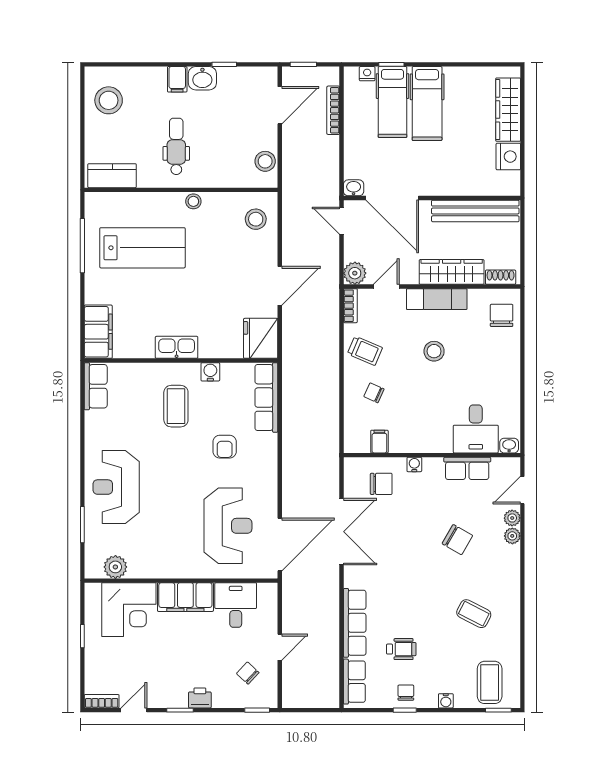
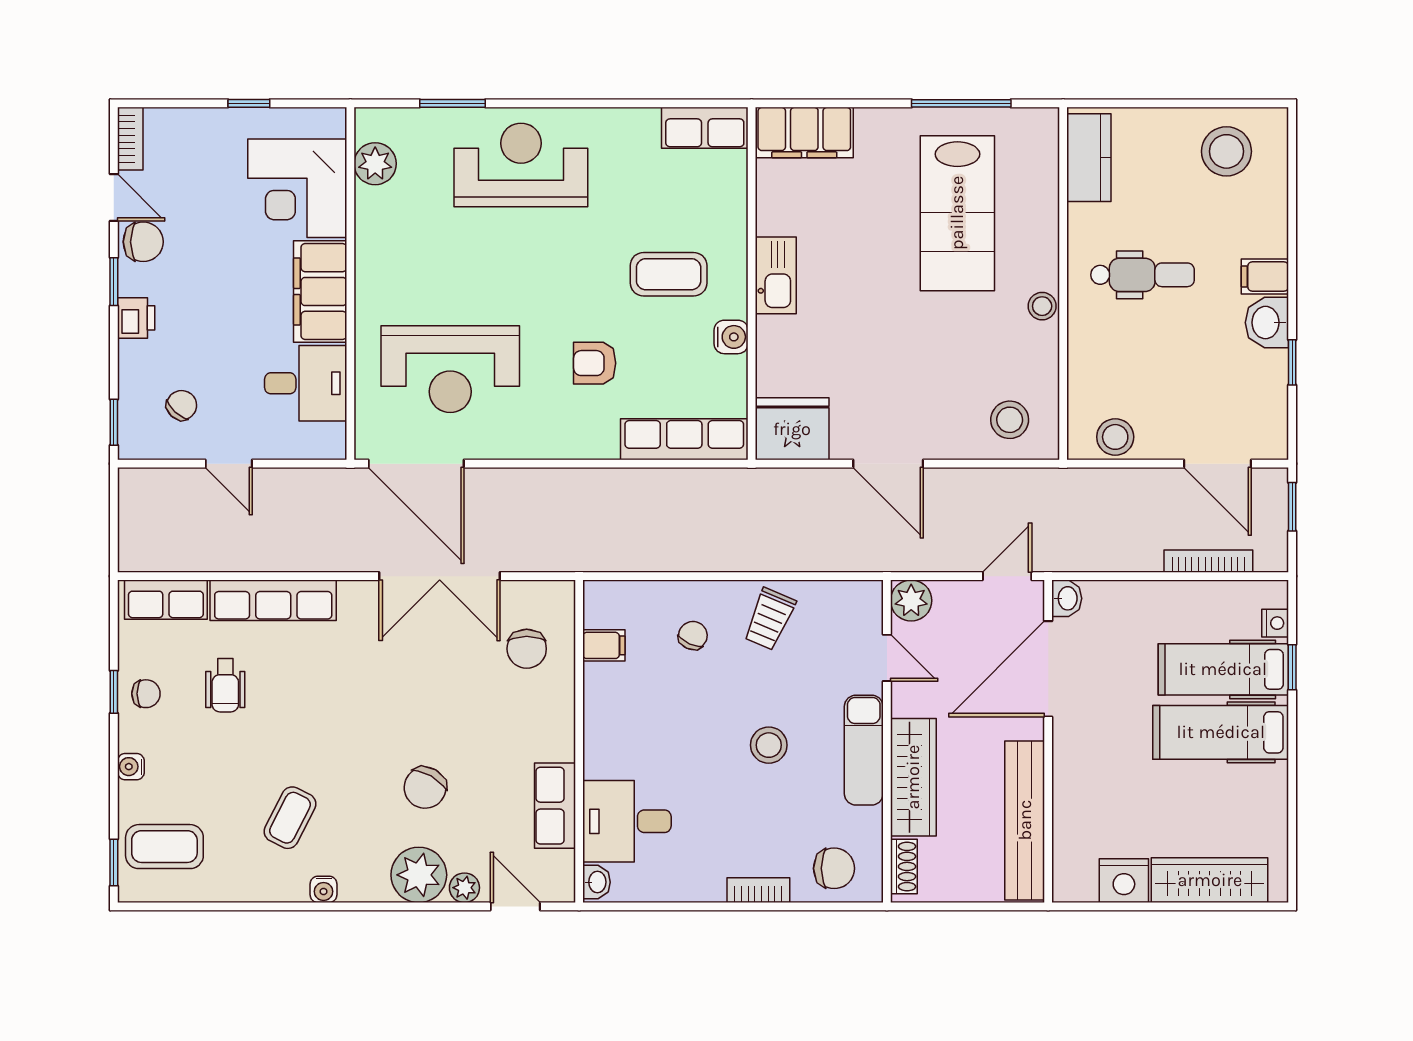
bookcase: (350, 306) -> (758, 890), moved, turned 180
water cooler: (414, 464) -> (324, 889), moved, turned 90
plant: (512, 536) -> (419, 875), width x1.88, depth x1.88
chair: (158, 694) -> (143, 242), added

